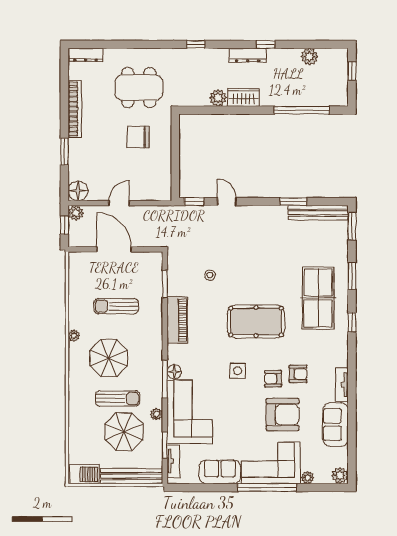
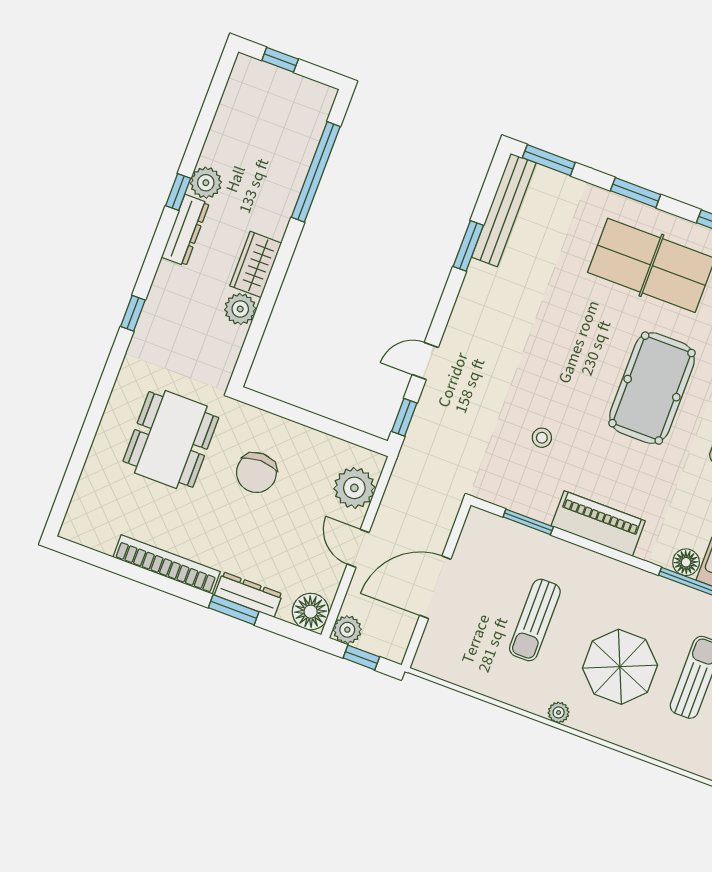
dresser: (85, 55) -> (248, 594), moved, turned -90
plant: (309, 57) -> (206, 183), moved
plant: (149, 190) -> (354, 488), added

